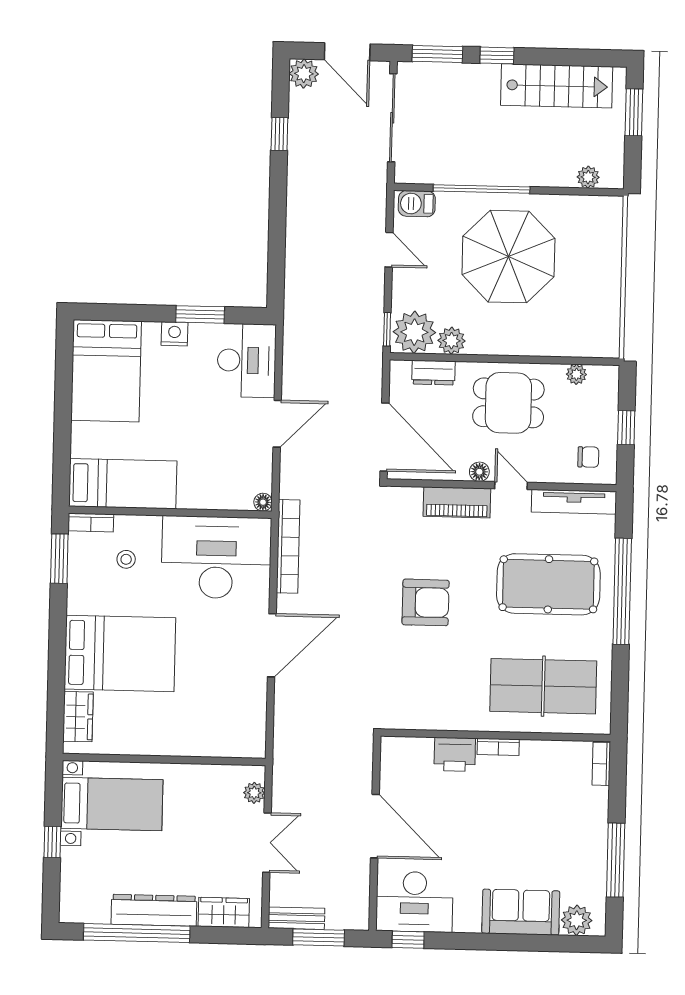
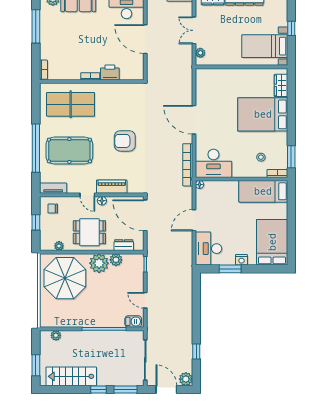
parasol: (508, 257) -> (65, 278), moved
plant: (414, 332) -> (99, 263), moved
tv unit: (574, 502) -> (53, 188), width x0.71
desk: (216, 557) -> (214, 163), width x0.73, depth x0.77
door: (272, 645) -> (194, 120), hinge flipped

